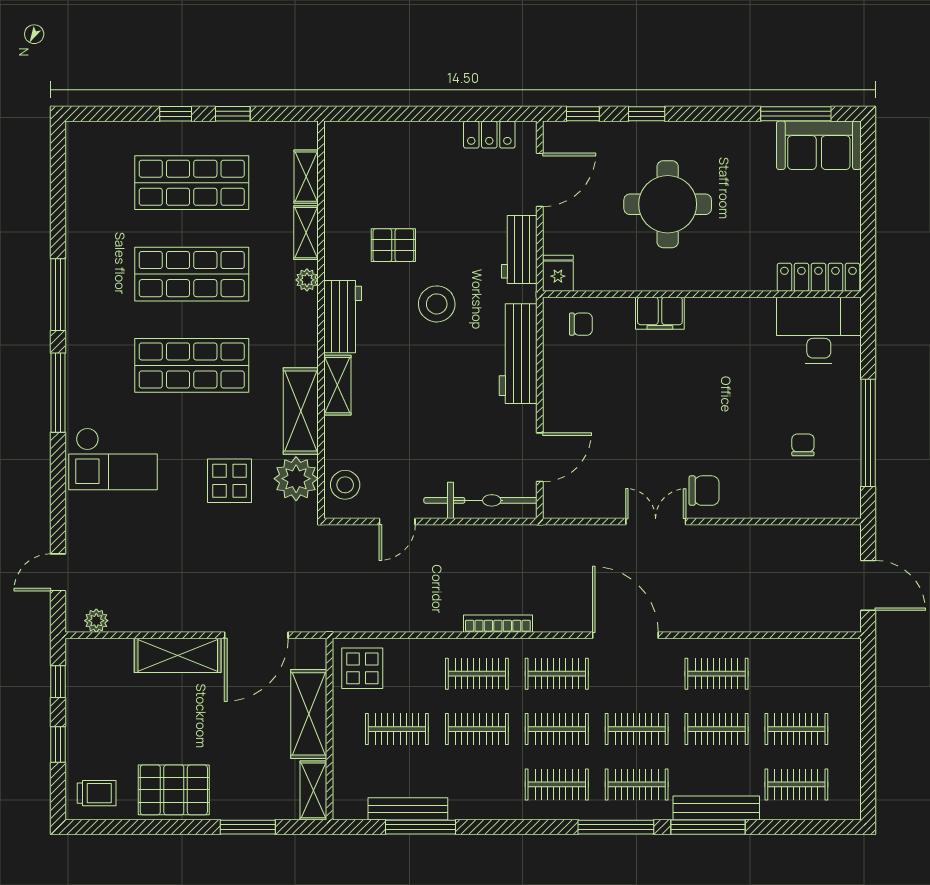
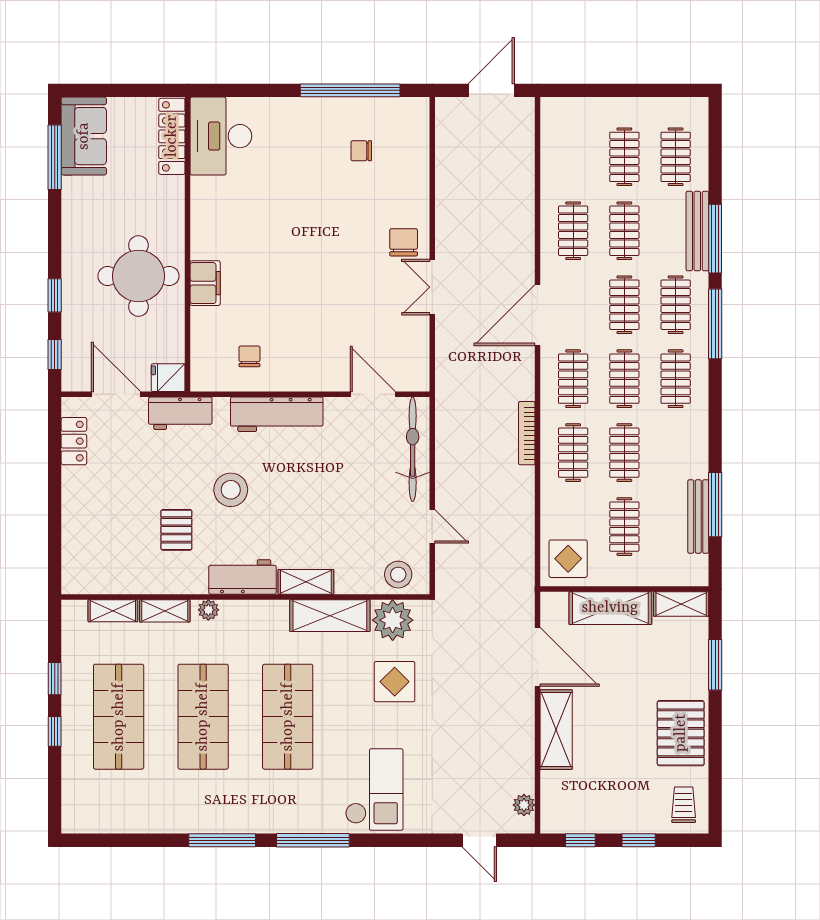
fridge: (558, 273) -> (168, 378), moved
locker: (818, 277) -> (172, 136), moved
wall: (702, 294) -> (188, 244), moved
filing cabinet: (660, 313) -> (205, 283), moved
desk: (819, 330) -> (221, 136), moved

